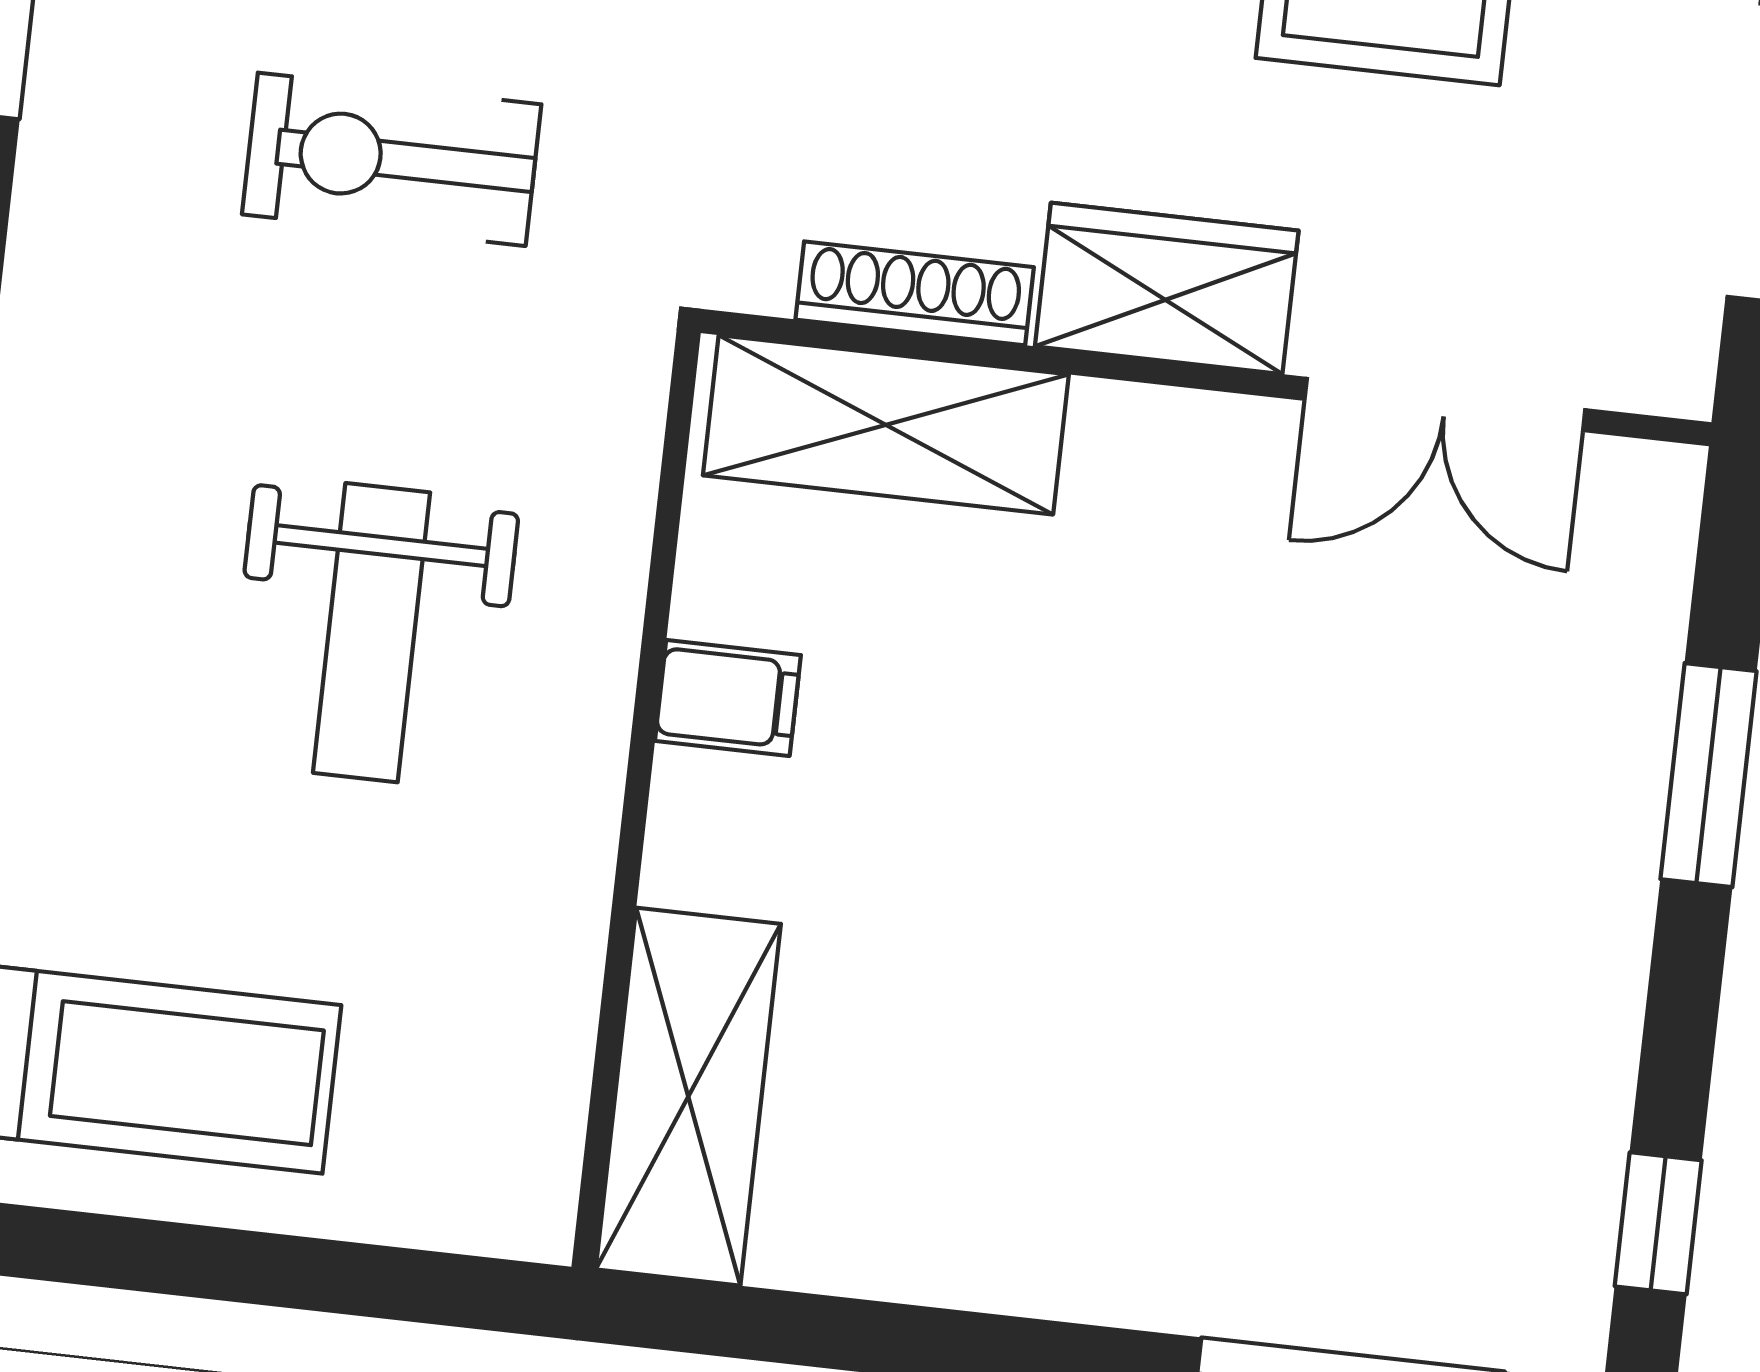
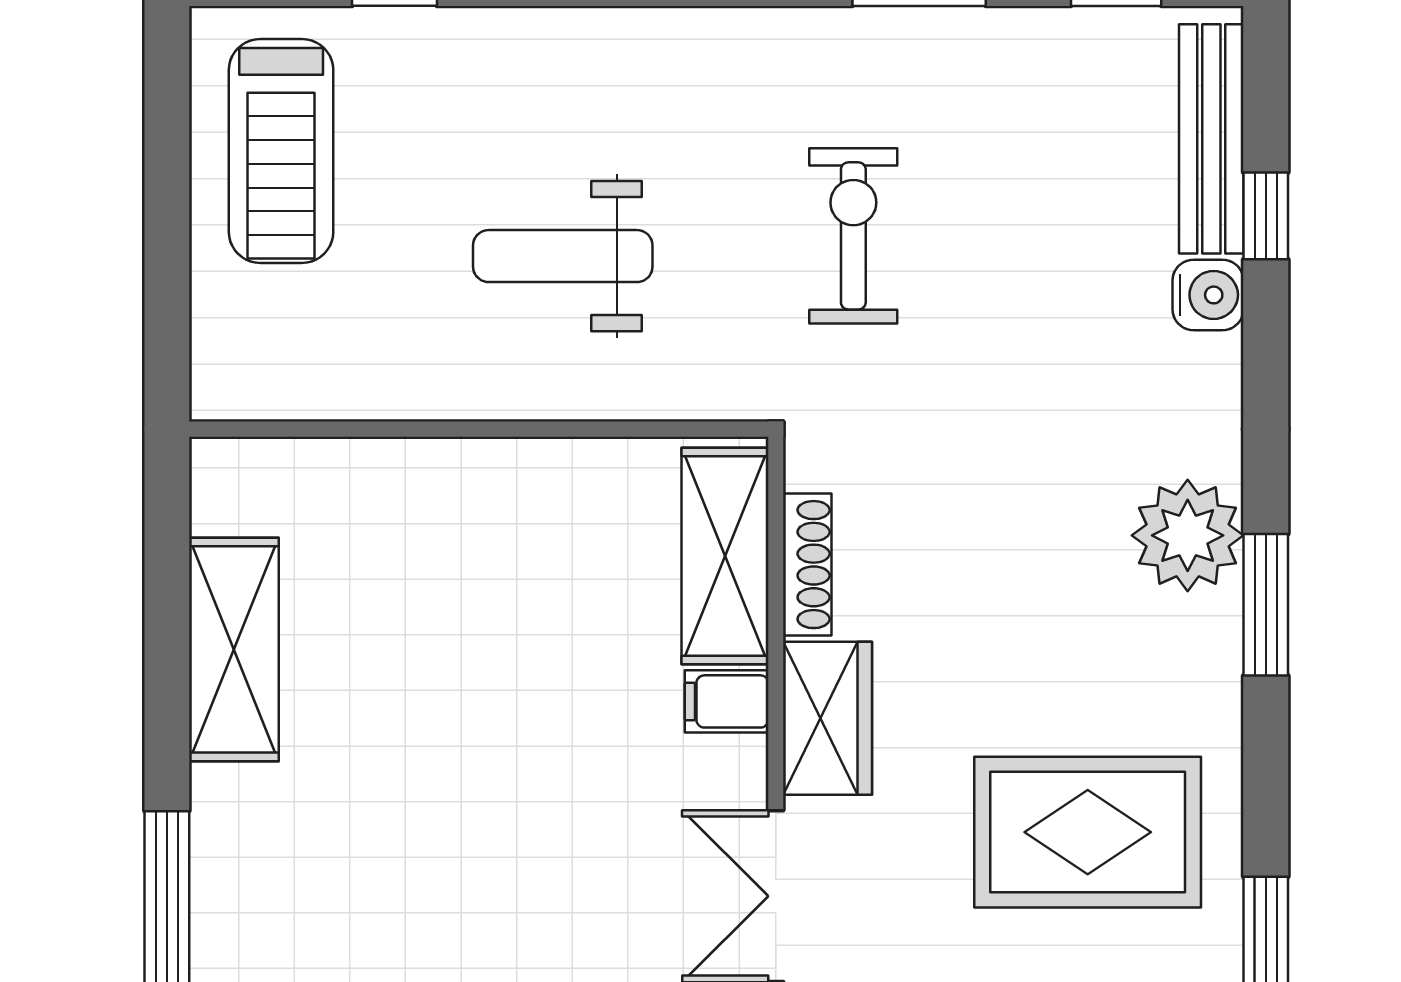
filing cabinet: (728, 698) -> (727, 701), moved, turned 90
shelving: (688, 1097) -> (234, 649), moved, turned 90

